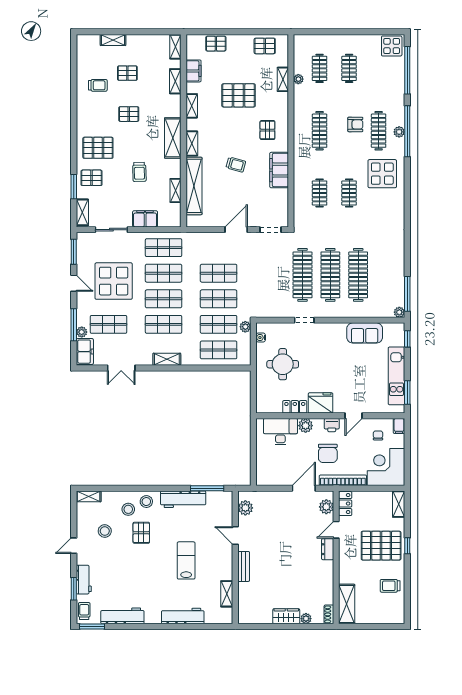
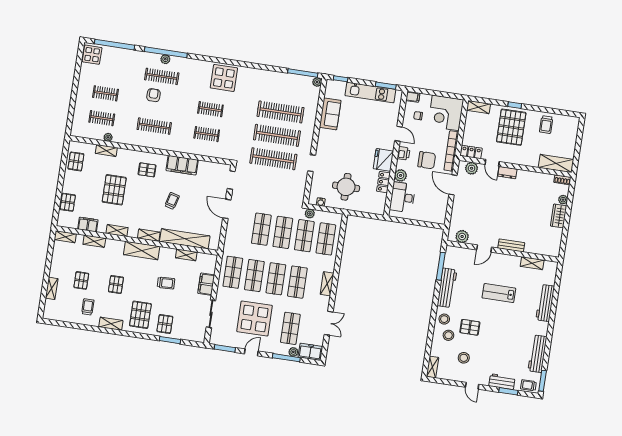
display table: (382, 174) -> (224, 78), moved
shelving: (82, 212) -> (111, 324), moved

